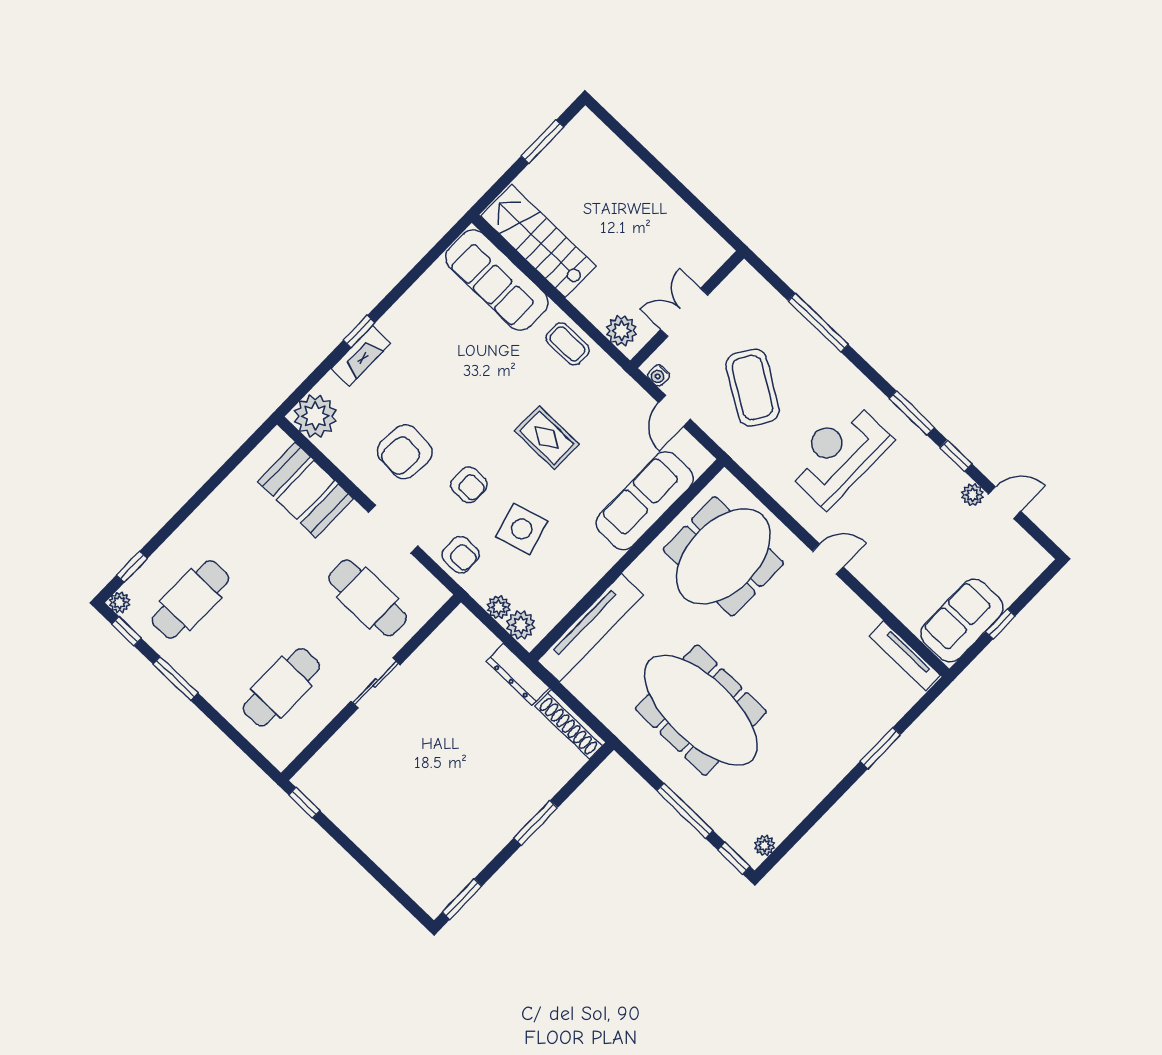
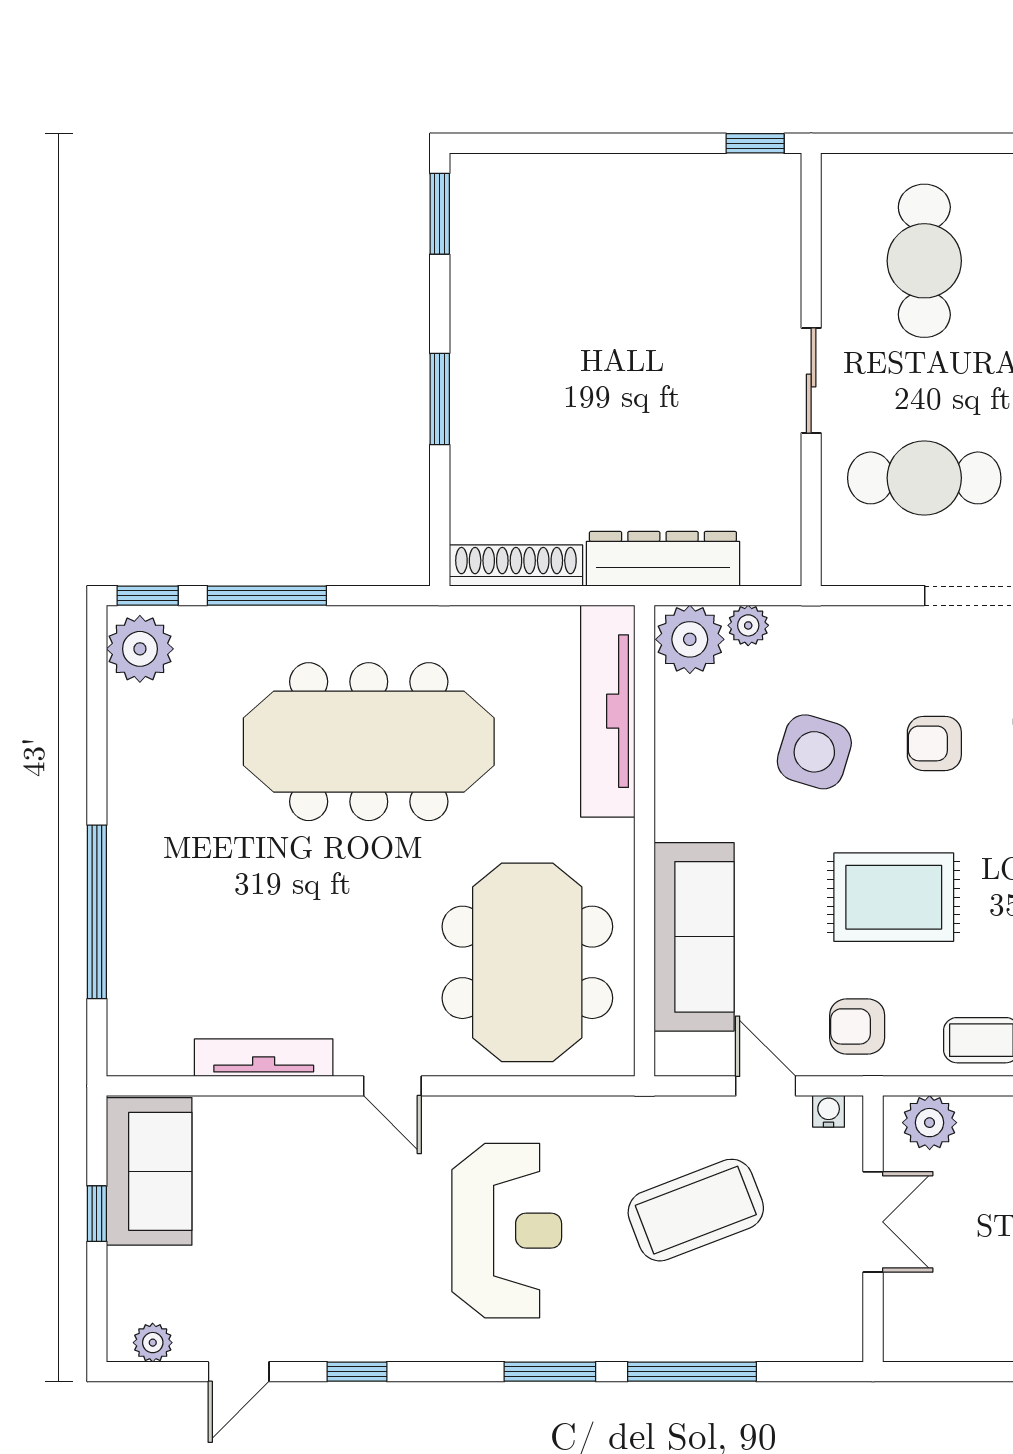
coffee table: (752, 388) -> (696, 1210), turned -53
window: (912, 413) -> (550, 1372), moved
rug: (547, 438) -> (894, 897), width x1.36, depth x1.43
plant: (972, 495) -> (153, 1343), moved
side table: (522, 529) -> (814, 752), turned 33
armchair: (461, 555) -> (857, 1026), moved
door: (828, 559) -> (392, 1086), hinge flipped
plant: (521, 625) -> (690, 639), width x1.36, depth x1.36
tv unit: (905, 656) -> (264, 1058), moved
dresser: (518, 674) -> (663, 559), width x1.37, depth x1.24
window: (880, 748) -> (97, 912), width x2.11
plant: (765, 845) -> (140, 649), width x1.88, depth x1.88

